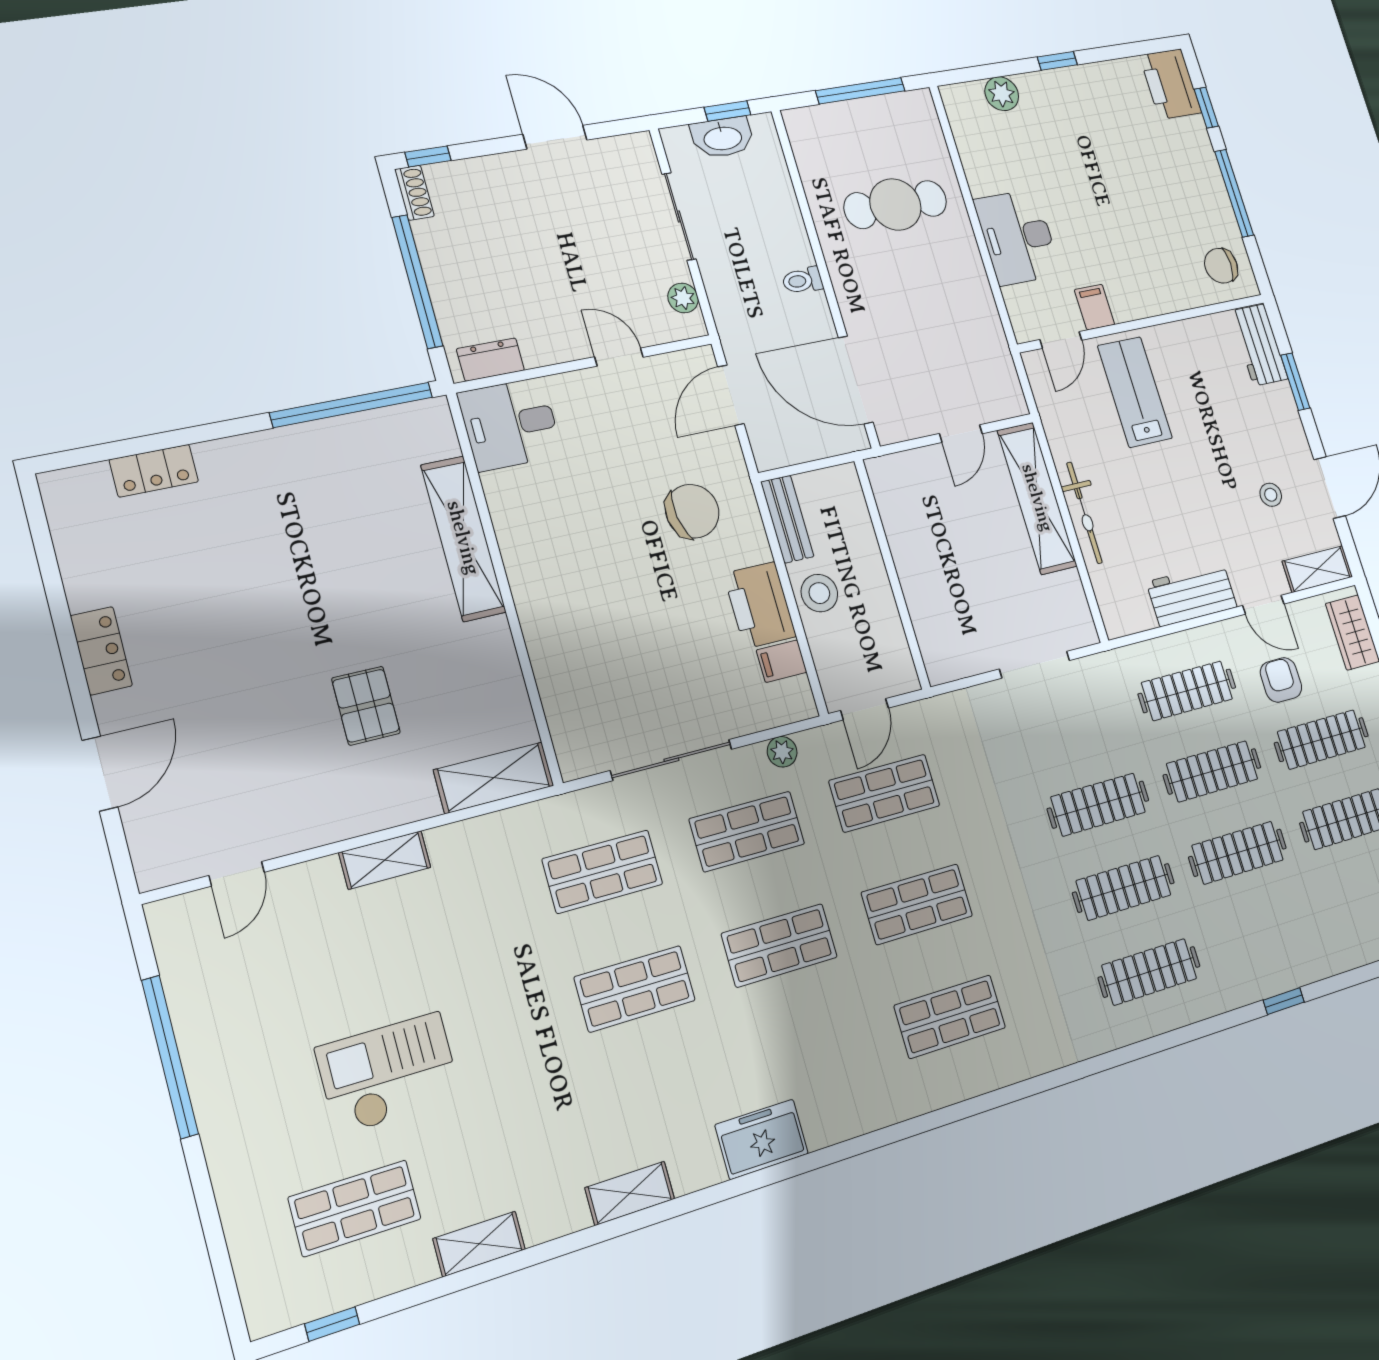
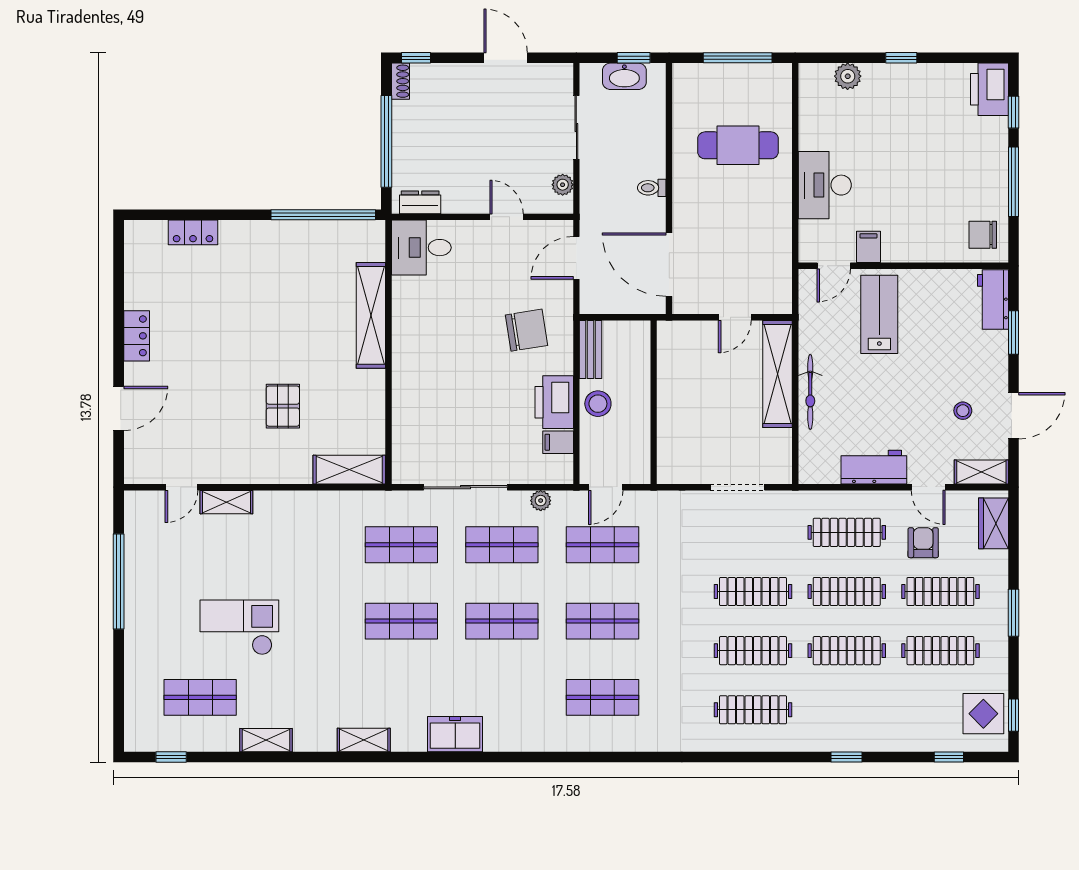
shelving: (385, 860) -> (226, 502), moved

